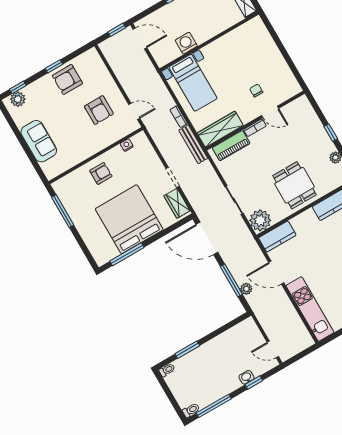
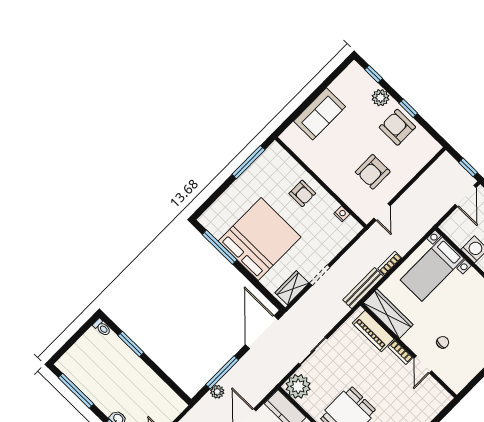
plant: (18, 99) -> (381, 98), moved
toilet: (191, 410) -> (64, 367), removed

